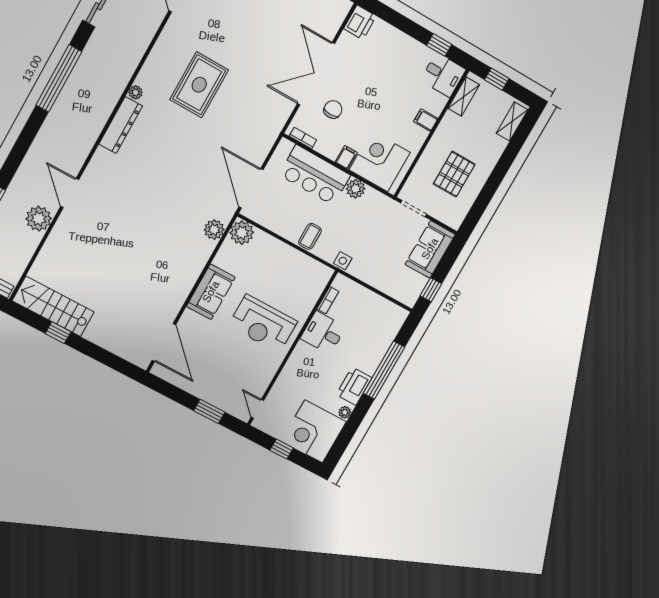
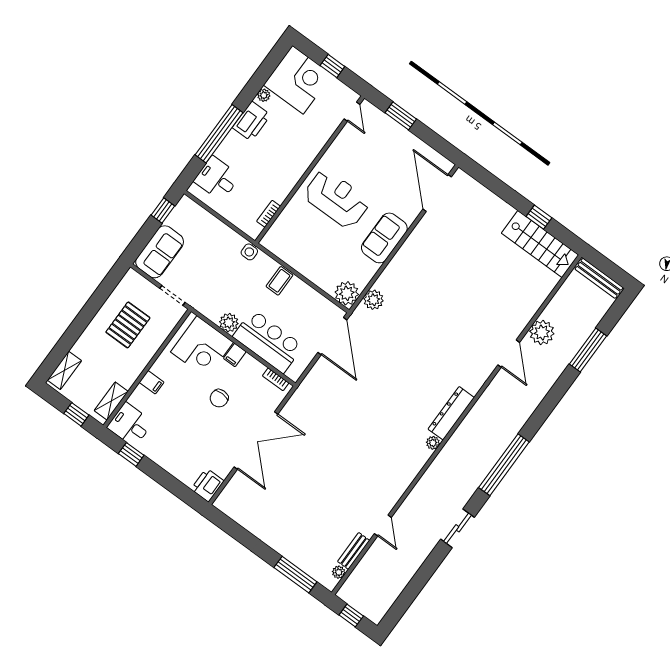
rug: (199, 85) -> (371, 443), removed
chair: (333, 109) -> (219, 398), moved
desk: (323, 333) -> (217, 179), moved, turned 180

